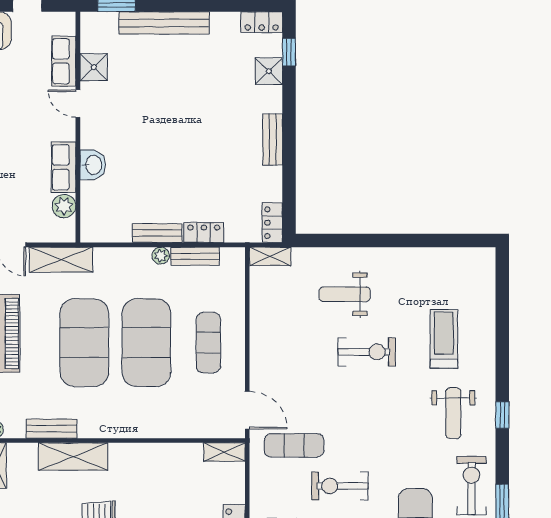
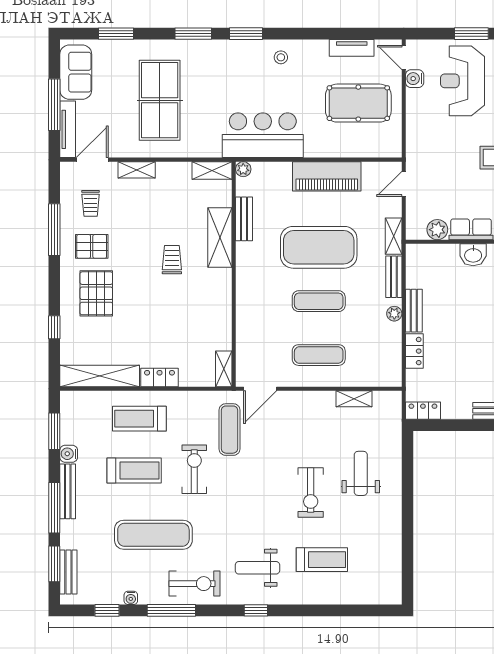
bench: (195, 256) -> (394, 277), moved
shelving: (270, 256) -> (354, 399), moved, turned 90
shelving: (61, 260) -> (394, 236), width x0.67, depth x0.75
exercise mat: (146, 343) -> (319, 301), width x0.50, depth x0.69

